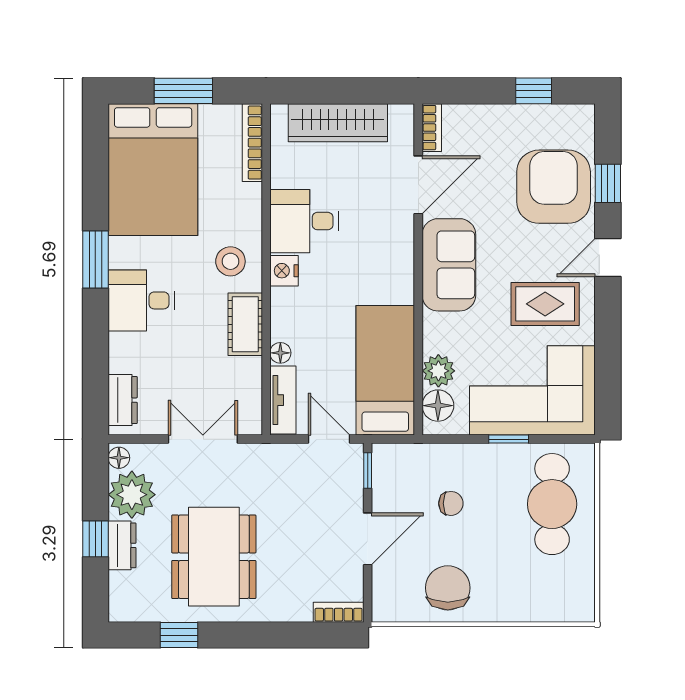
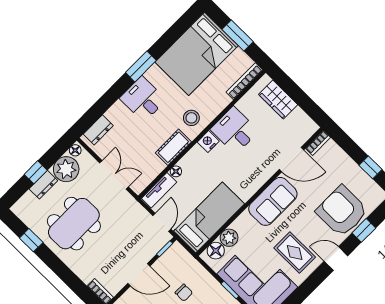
wardrobe: (338, 123) -> (278, 100), width x0.67
armchair: (554, 187) -> (342, 211), turned -90

